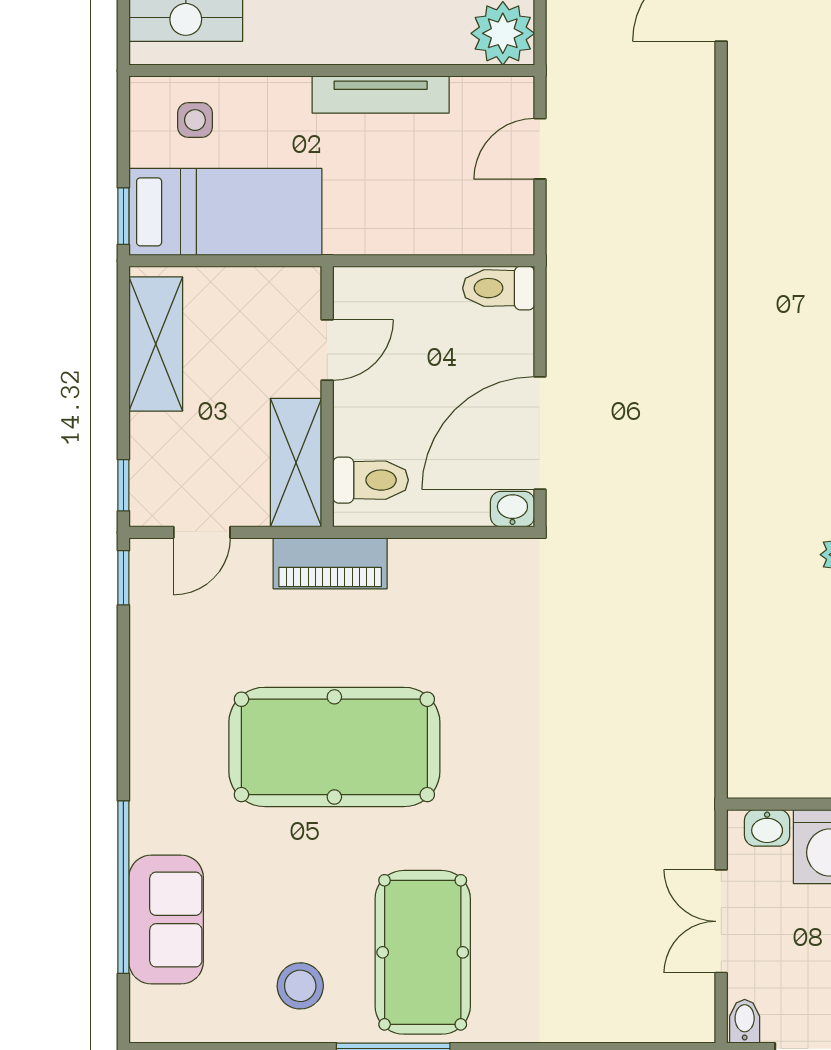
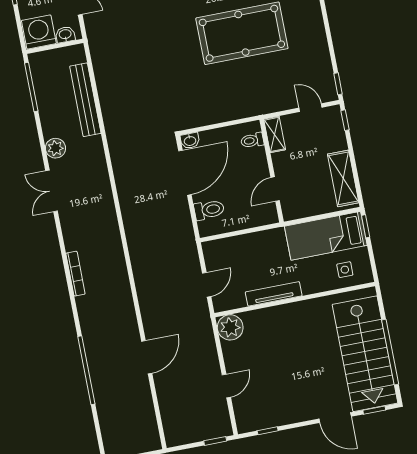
toilet: (499, 288) -> (209, 210), moved
shelving: (296, 463) -> (275, 134), width x0.67, depth x0.75
toilet: (370, 480) -> (252, 140), width x0.73, depth x0.72
door: (202, 532) -> (311, 108), hinge flipped
piano: (330, 563) -> (258, 105), removed
bench: (749, 659) -> (85, 100), added

